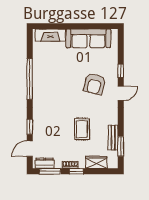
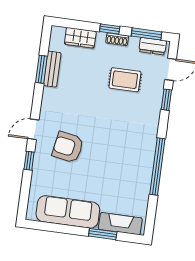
window: (62, 26) -> (103, 234), added
armchair: (95, 84) -> (68, 147), turned -95
rug: (82, 129) -> (125, 80), moved, turned 90
window: (121, 146) -> (41, 69), moved

